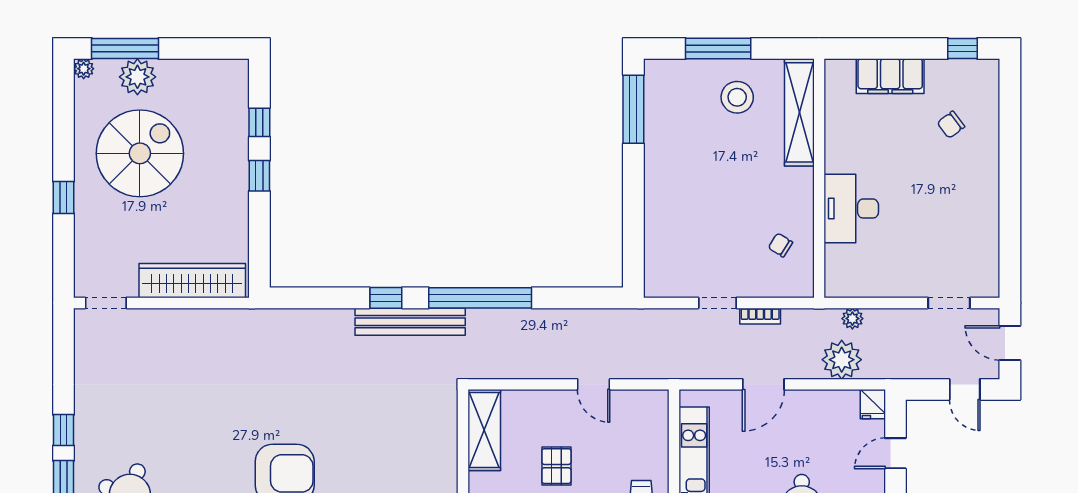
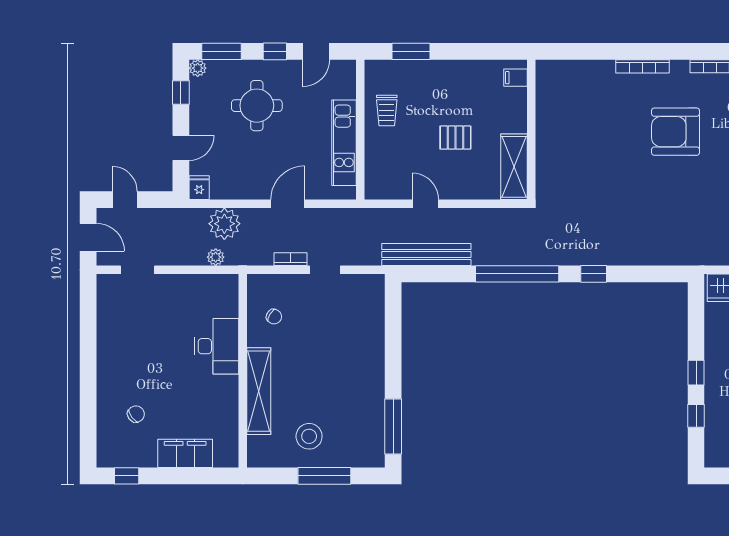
shelving: (799, 112) -> (259, 391), moved
bench: (410, 322) -> (426, 255), moved
pallet: (556, 466) -> (455, 138), turned 90

